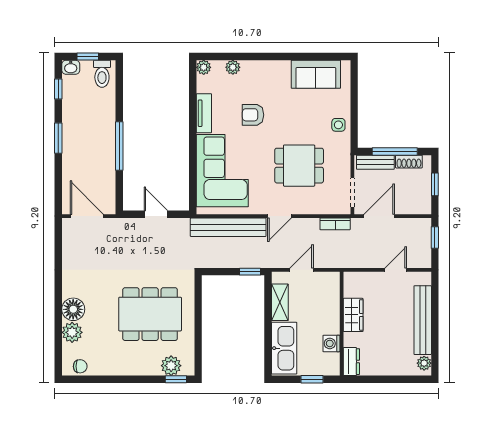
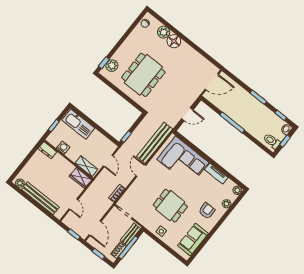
armchair: (253, 115) -> (207, 211), moved
dining table: (299, 166) -> (170, 206), moved, turned 90
door: (379, 216) -> (95, 228), moved
shelving: (280, 302) -> (86, 166), moved
wardrobe: (353, 315) -> (80, 178), moved

